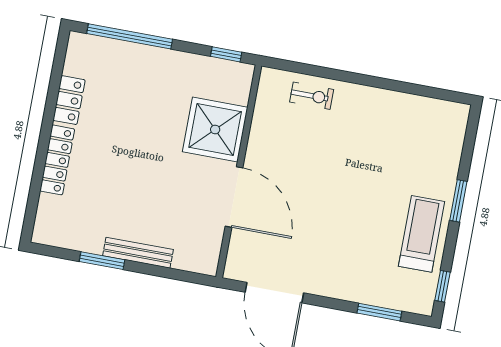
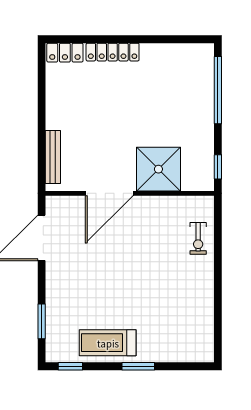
locker: (69, 100) -> (65, 53), moved
treadmill: (422, 234) -> (108, 343), turned 180
bench: (138, 253) -> (53, 157), moved
window: (102, 261) -> (42, 101), removed

